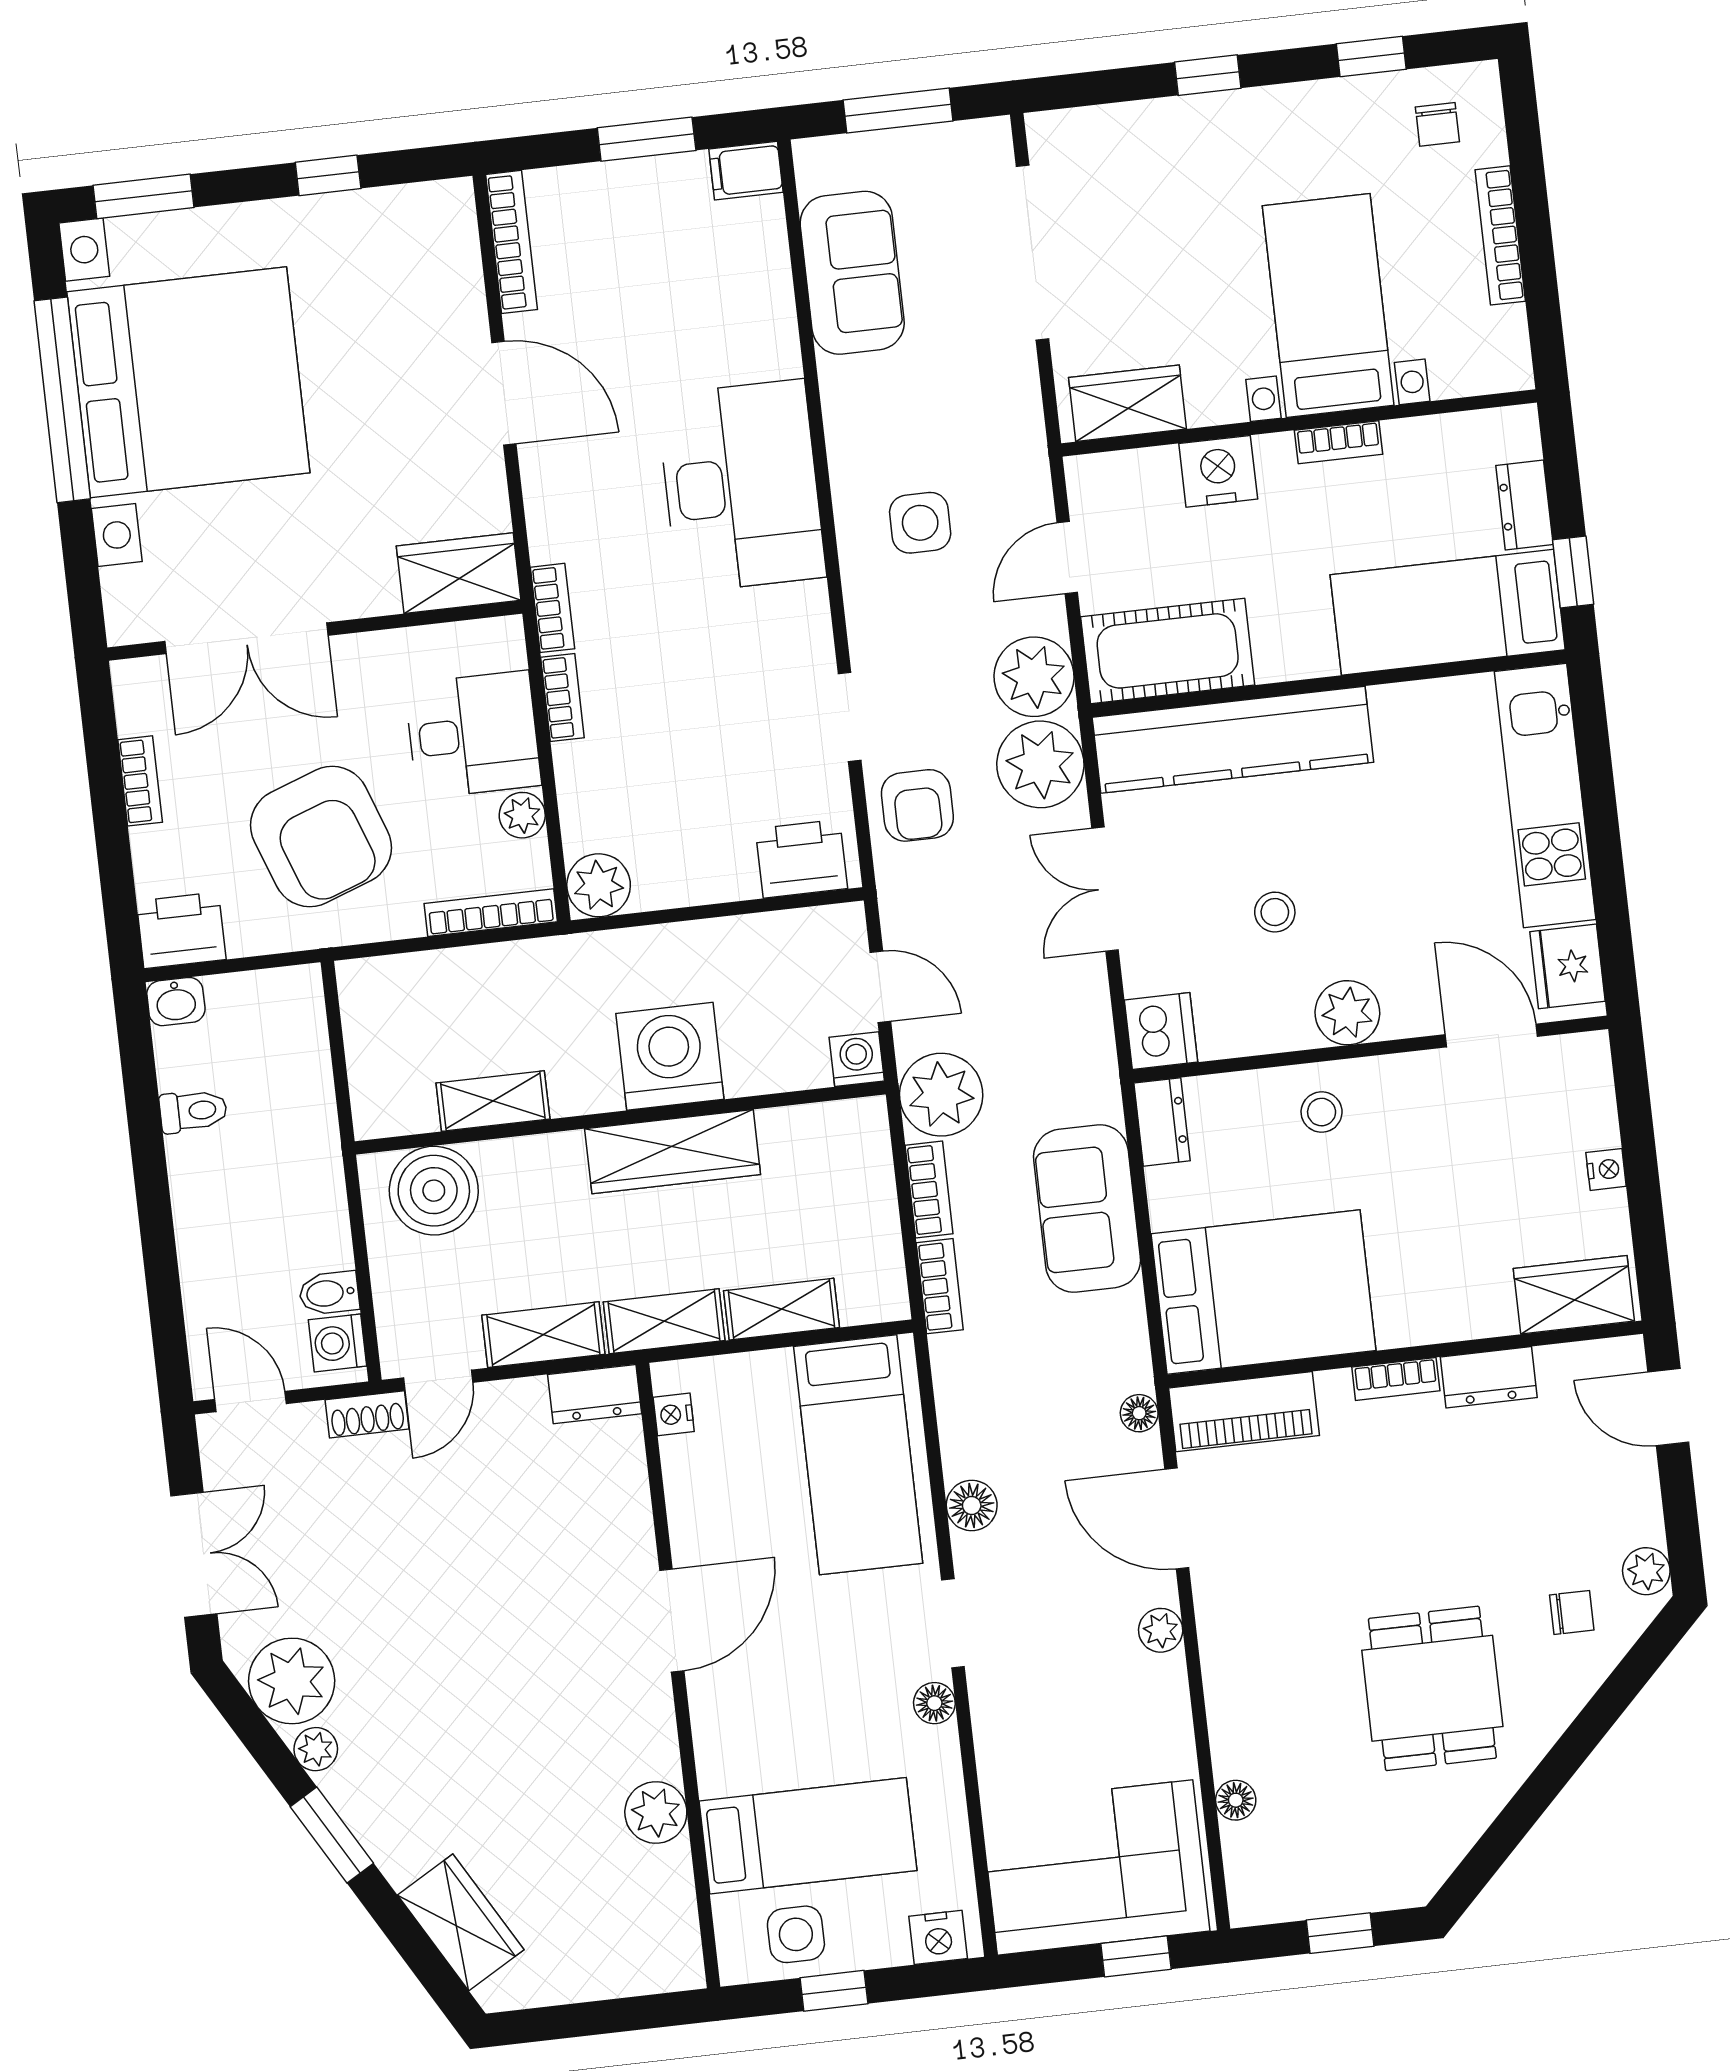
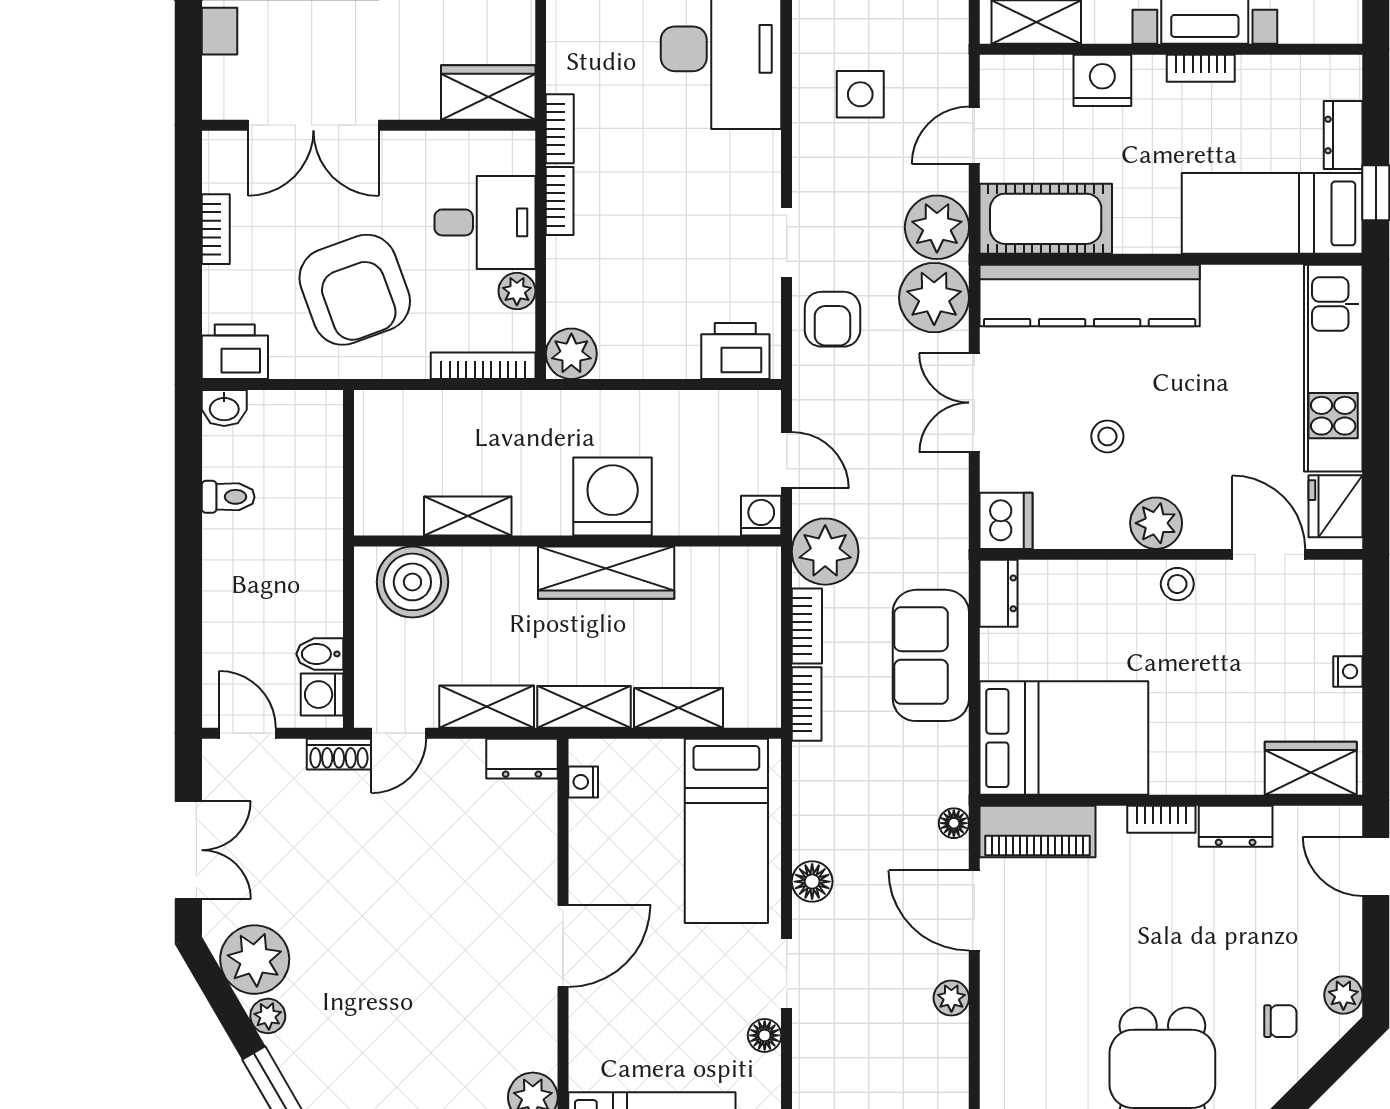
stool: (1322, 1112) -> (1177, 584), moved

